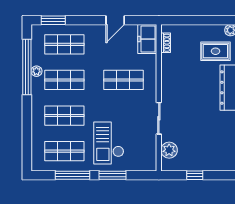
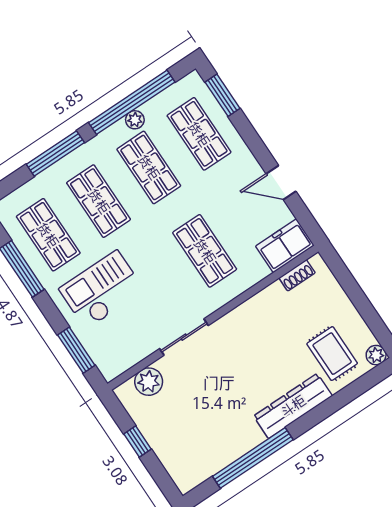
window: (27, 121) -> (55, 153), added
window: (112, 175) -> (76, 350), moved

